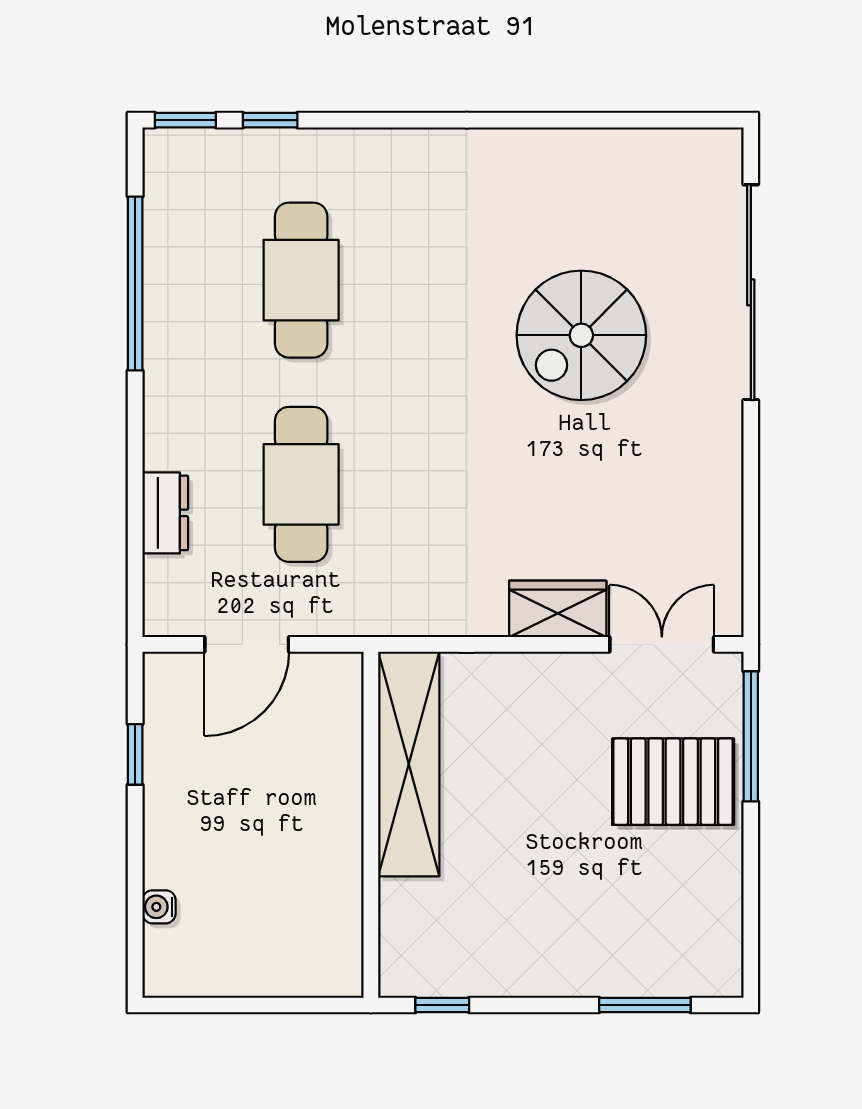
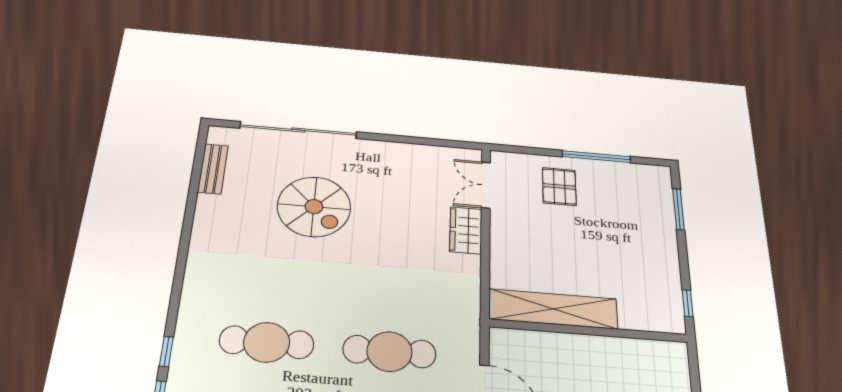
bench: (645, 148) -> (213, 169), added
window: (751, 736) -> (596, 157), moved
pallet: (673, 782) -> (559, 186), width x0.67, depth x0.71

